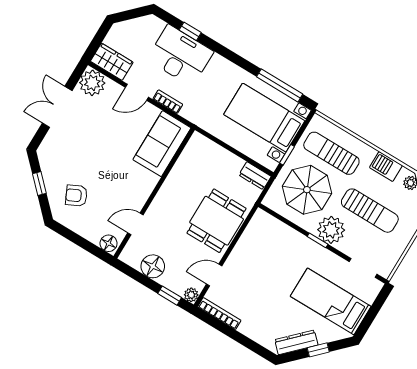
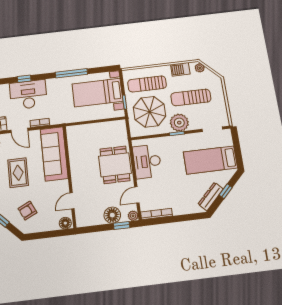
window: (280, 85) -> (71, 73), moved
door: (137, 92) -> (19, 130), hinge flipped
rug: (98, 143) -> (18, 173), added
sofa: (162, 144) -> (54, 154), width x1.36
dresser: (255, 176) -> (116, 126), removed
sun lounger: (370, 211) -> (191, 97), turned 180
desk: (257, 246) -> (147, 161), added
floor lamp: (153, 266) -> (112, 215), moved

